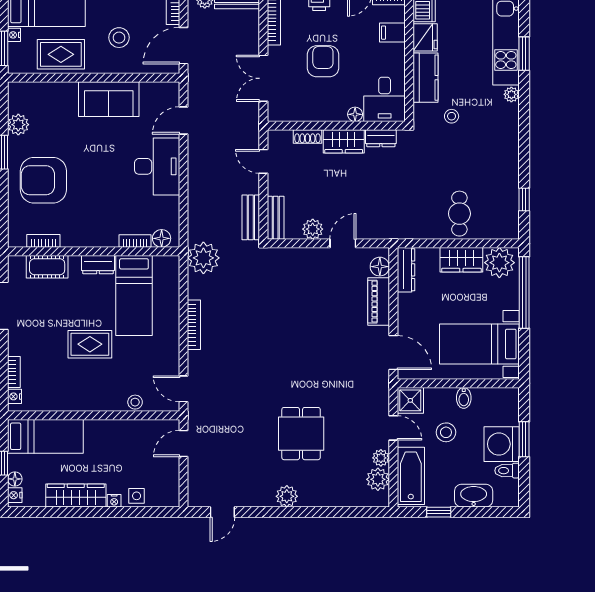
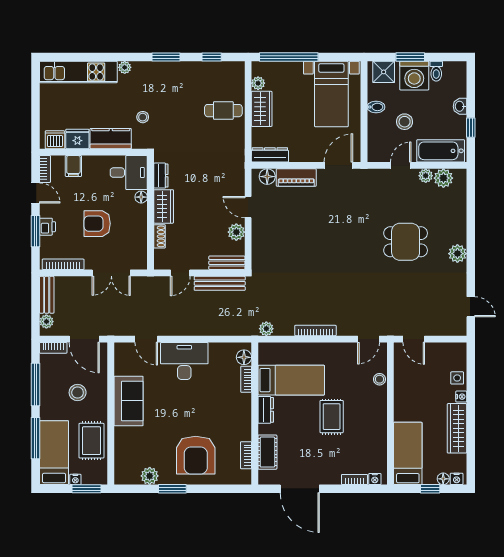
window: (524, 54) -> (166, 57), moved
bench: (251, 217) -> (220, 283), width x1.36
plant: (203, 258) -> (266, 329), width x0.53, depth x0.53
plant: (499, 263) -> (258, 83), width x0.53, depth x0.53
shower: (410, 400) -> (384, 72), moved
washbasin: (474, 496) -> (460, 106), width x0.52, depth x0.69

